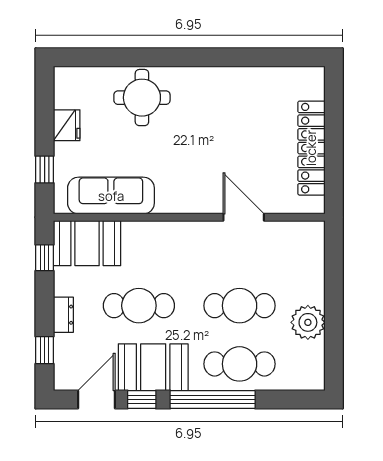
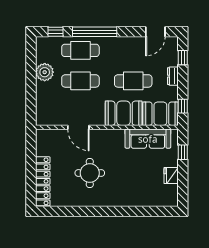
round table: (142, 98) -> (90, 173), moved
locker: (311, 148) -> (43, 181), moved
booth: (153, 367) -> (124, 113), moved
window: (142, 399) -> (56, 32), moved

